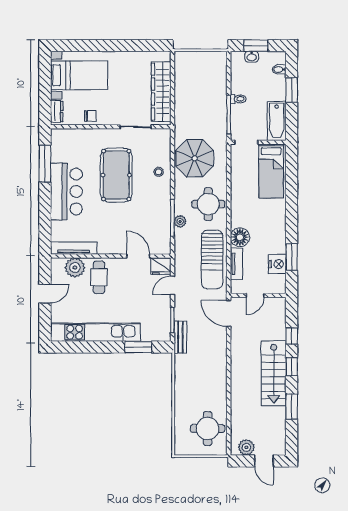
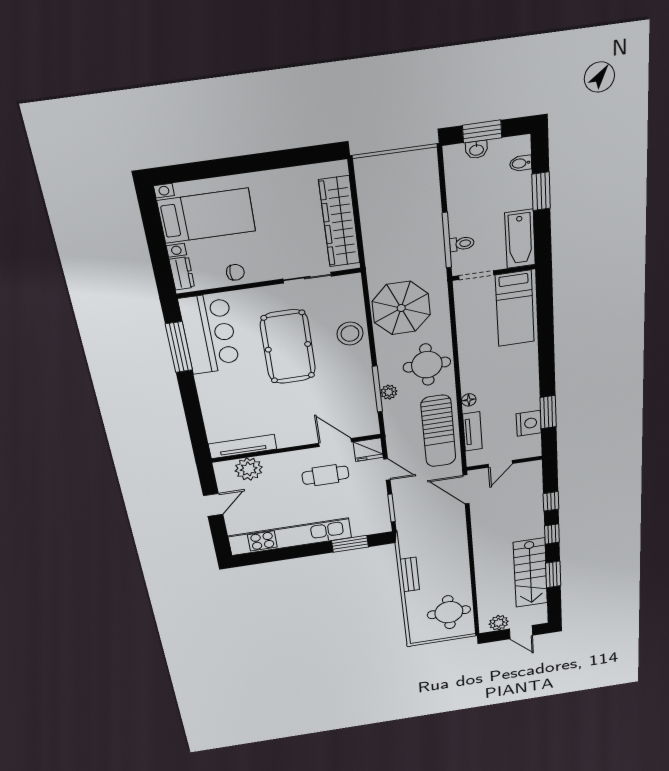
toilet: (238, 99) -> (462, 244), moved
stool: (159, 172) -> (350, 334), width x1.89, depth x1.89
bar counter: (66, 191) -> (209, 334), moved
floor lamp: (240, 237) -> (469, 400), width x0.53, depth x0.53
cafe table: (99, 277) -> (325, 475), moved, turned 90
door: (172, 285) -> (387, 469), swing flipped
bench: (180, 337) -> (410, 575), moved
stairs: (274, 373) -> (530, 573), moved

